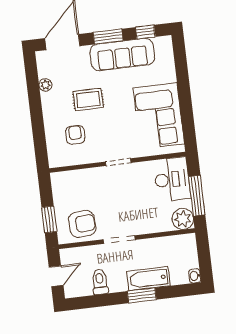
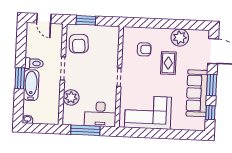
plant: (45, 85) -> (180, 38), width x1.88, depth x1.88
plant: (183, 219) -> (71, 97), moved
toilet: (100, 282) -> (34, 63), moved

